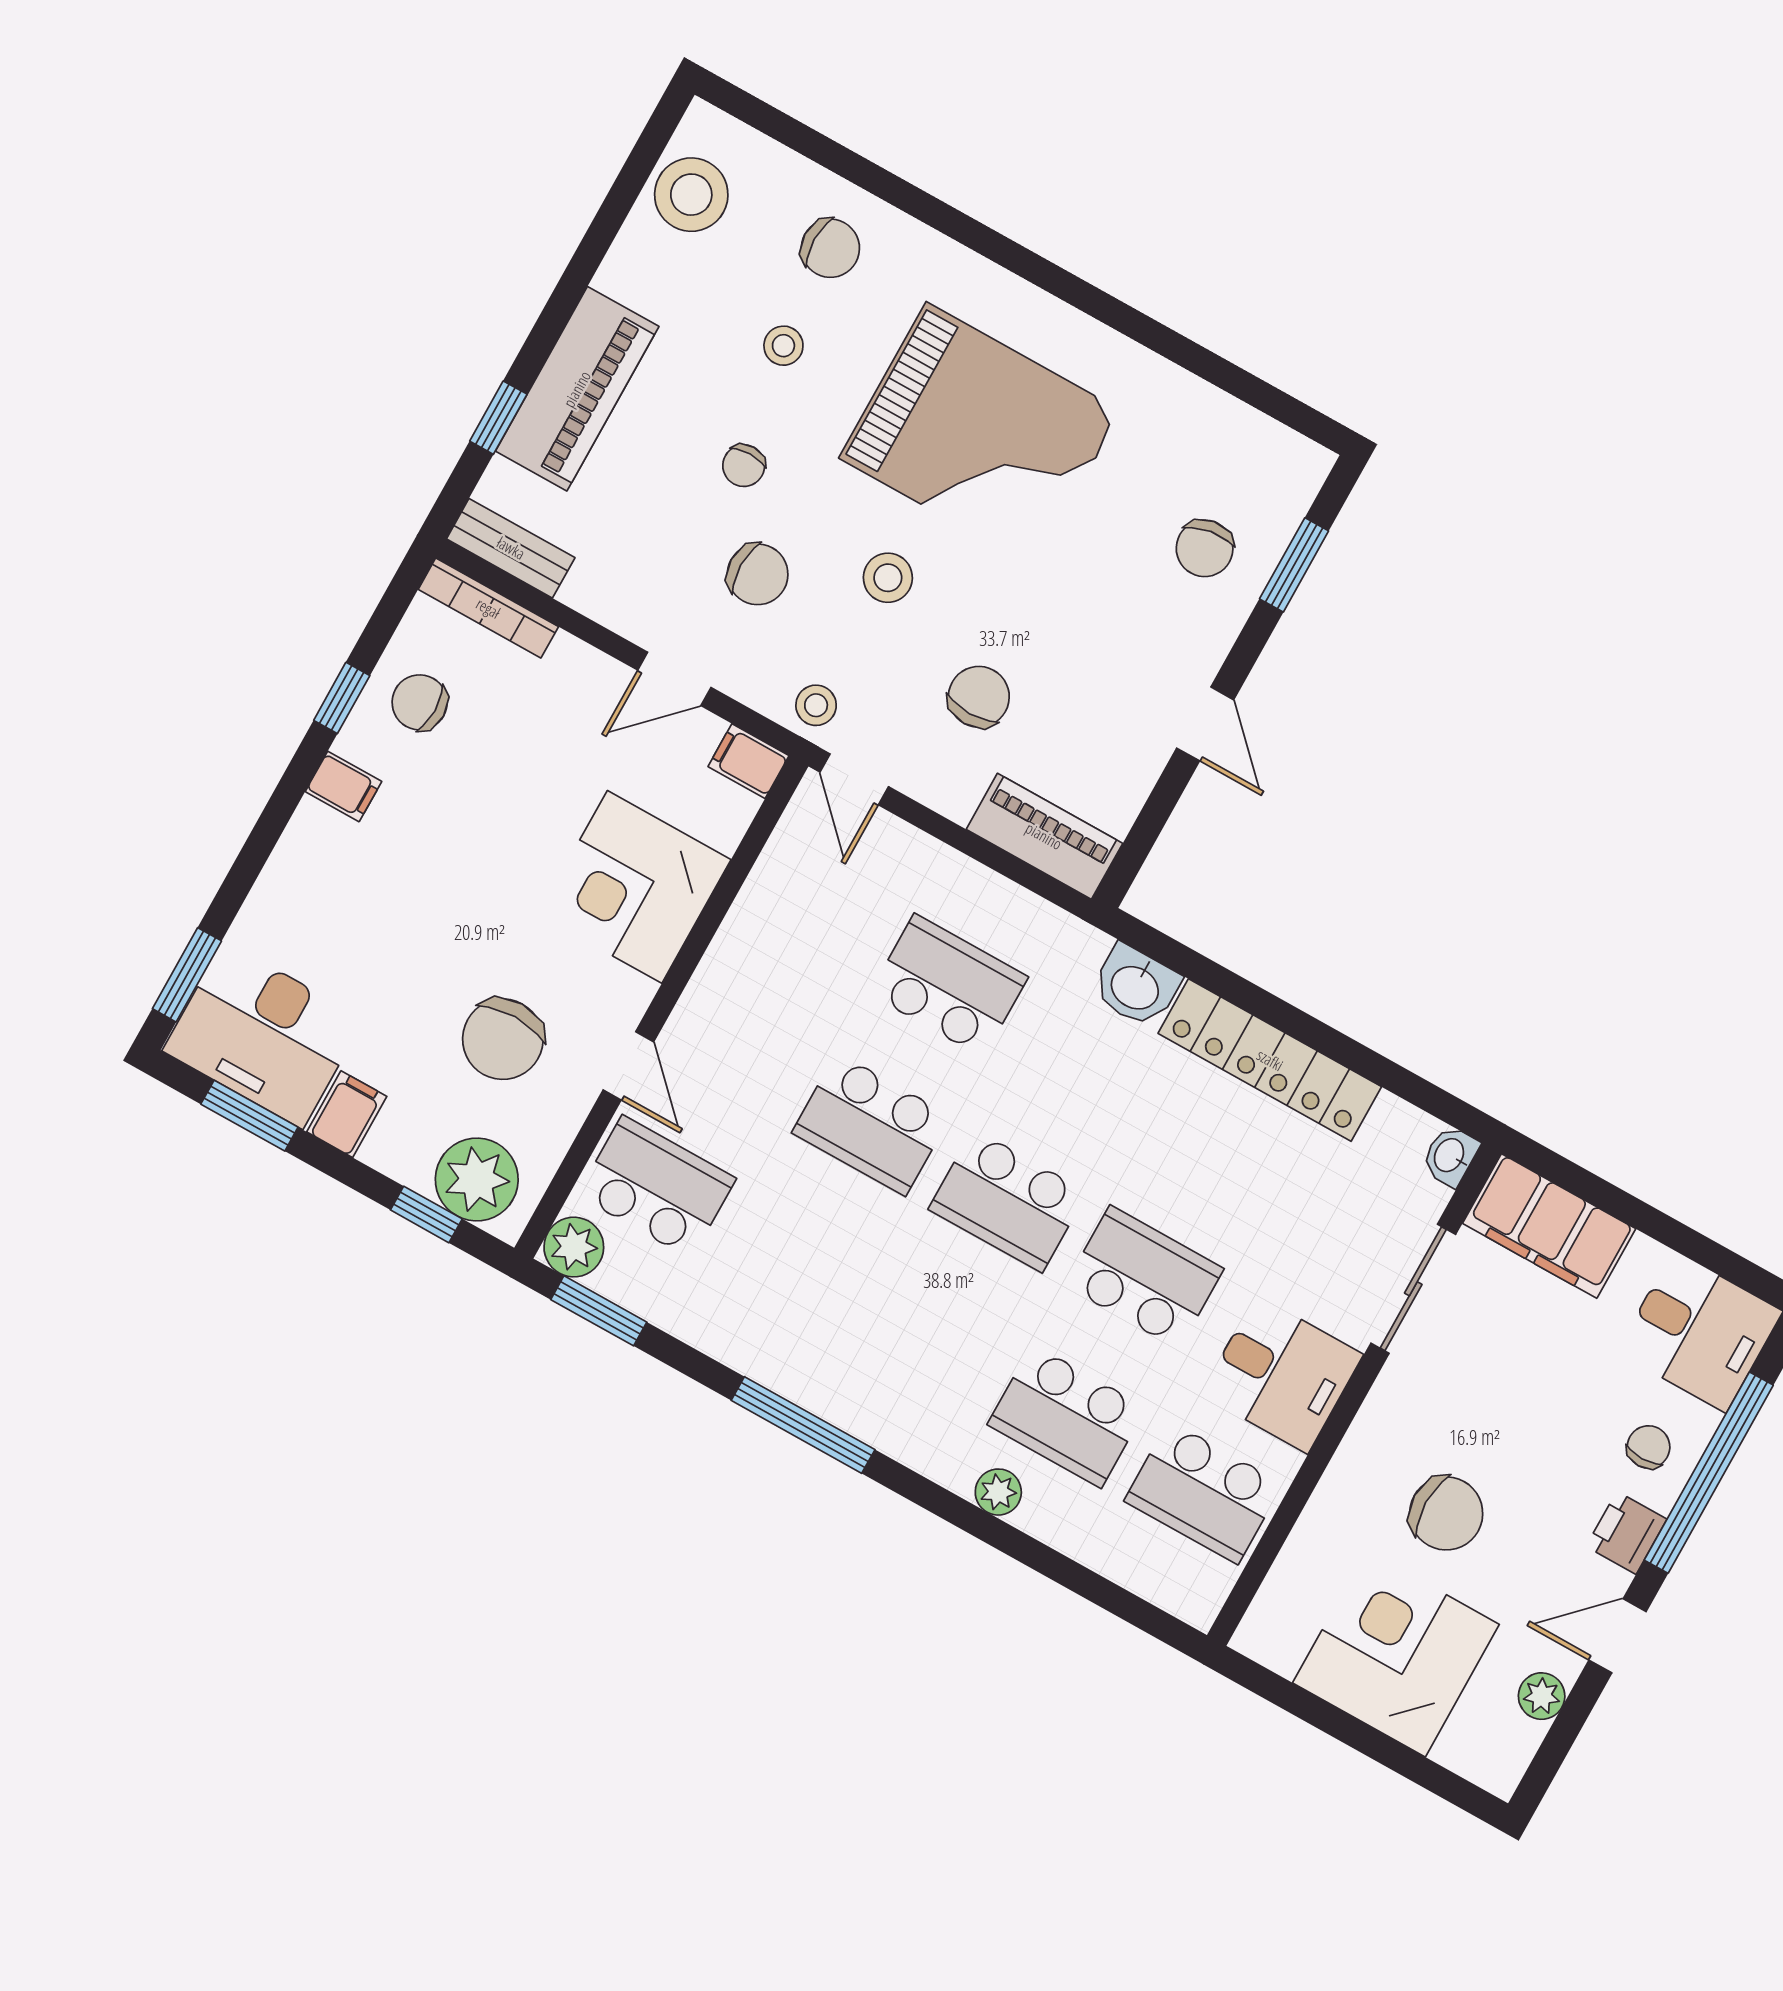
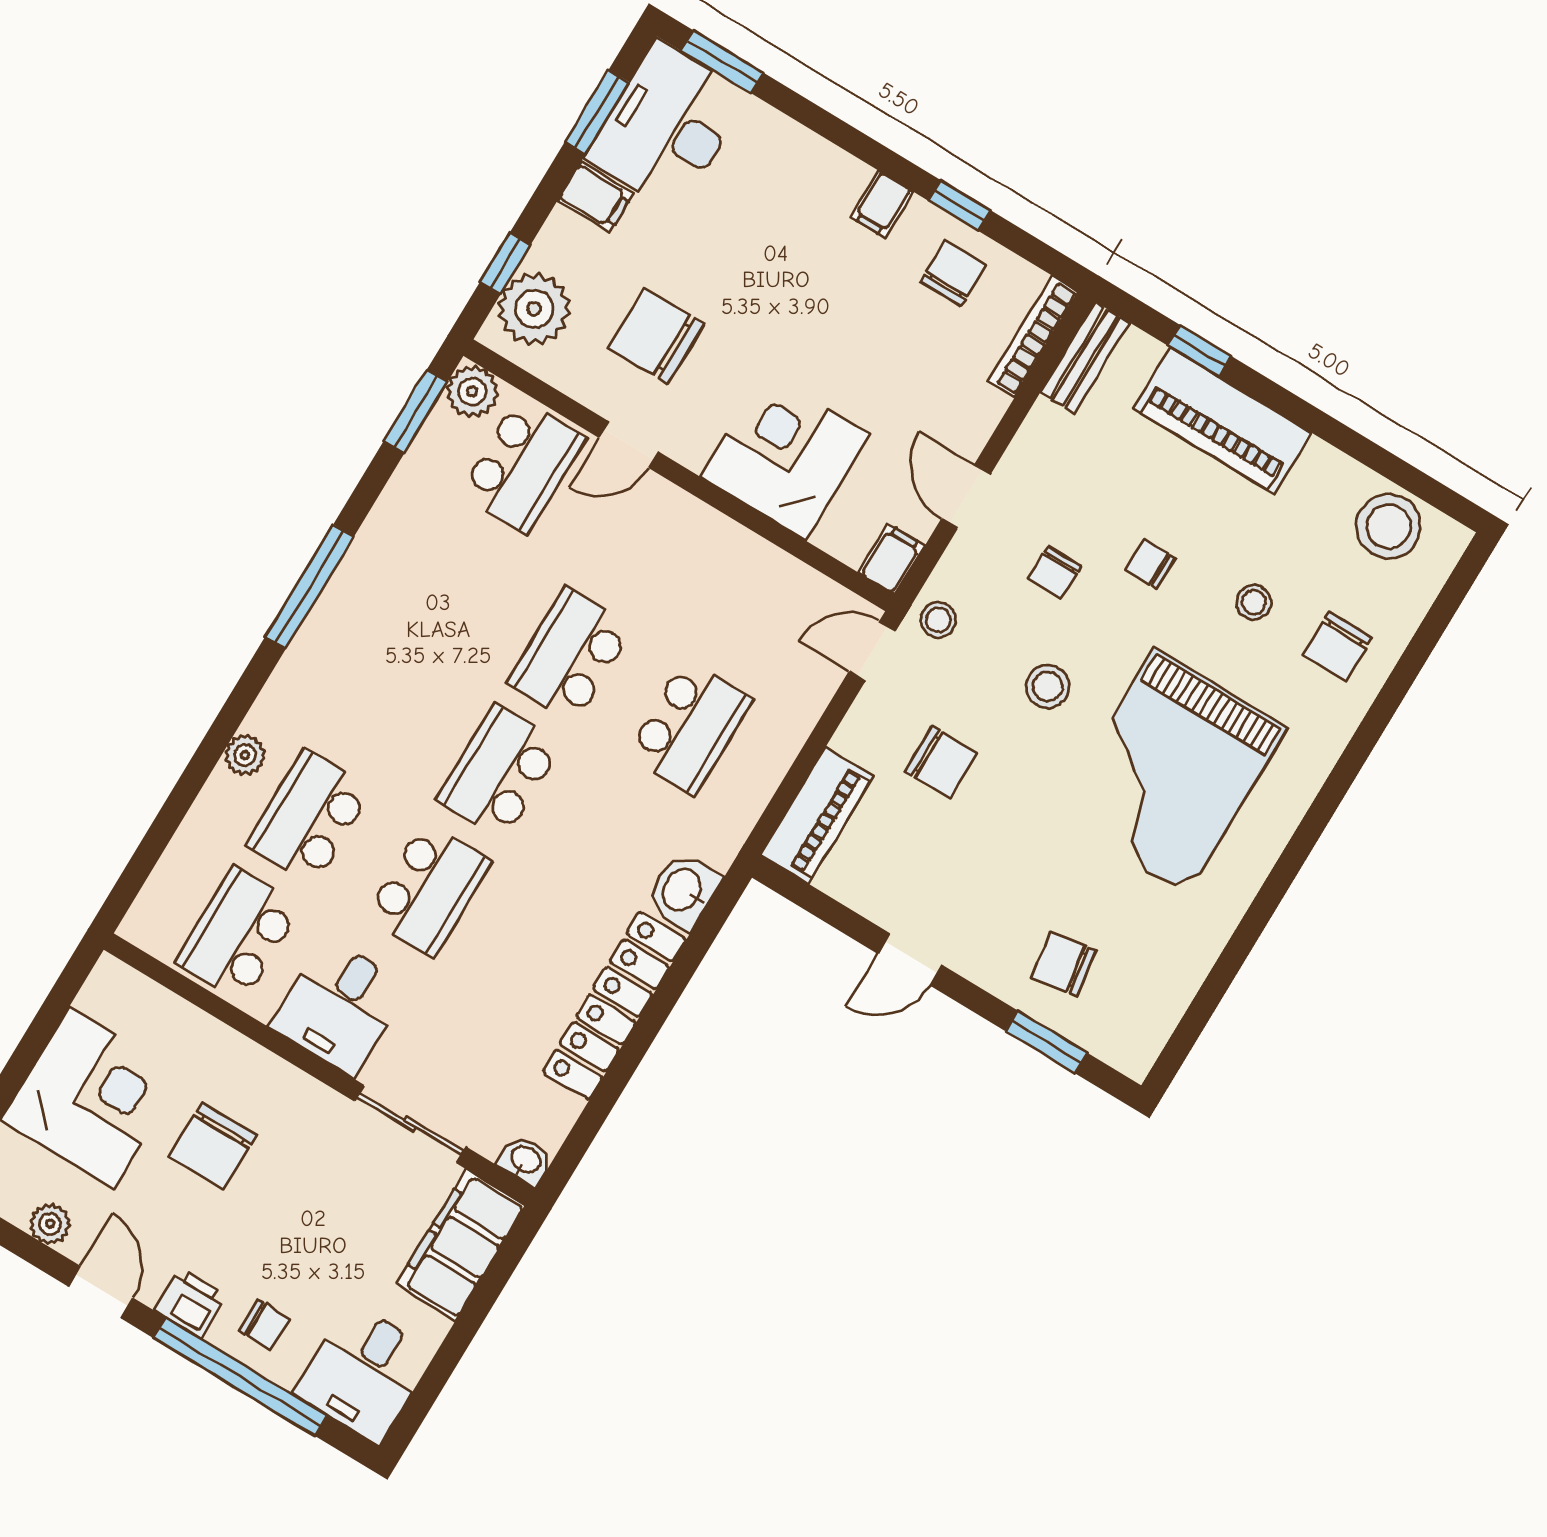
chair: (758, 574) -> (1055, 573), width x0.73, depth x0.73

